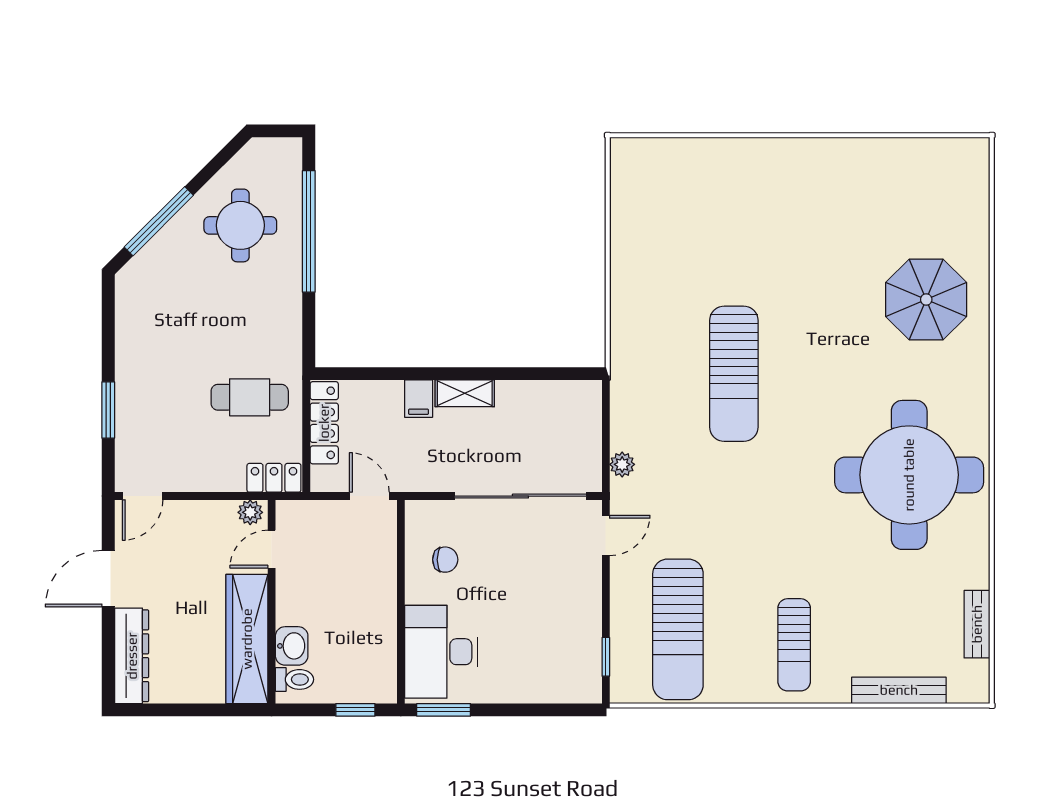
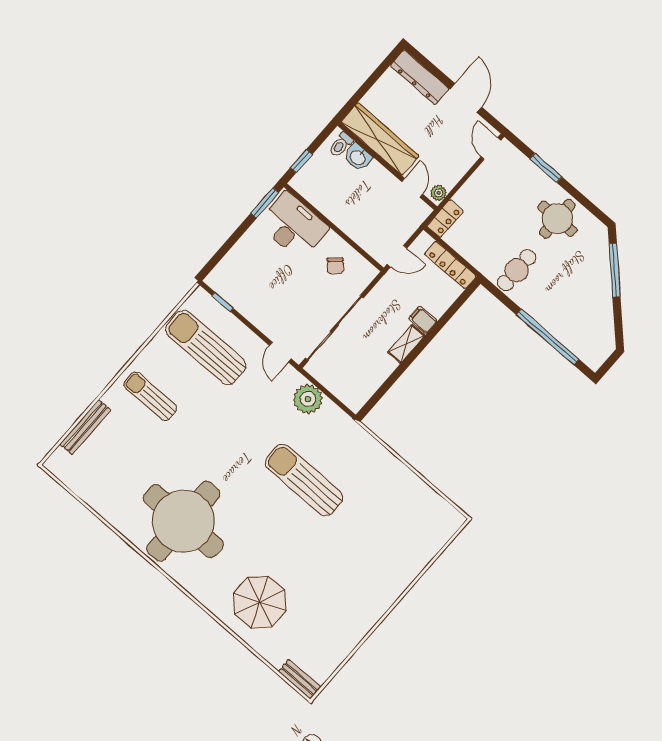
round table: (240, 225) -> (557, 219), moved
cafe table: (250, 397) -> (517, 270), moved
plant: (622, 464) -> (308, 399), width x1.88, depth x1.88
chair: (445, 560) -> (335, 266), turned -43
bench: (977, 624) -> (300, 679), moved

